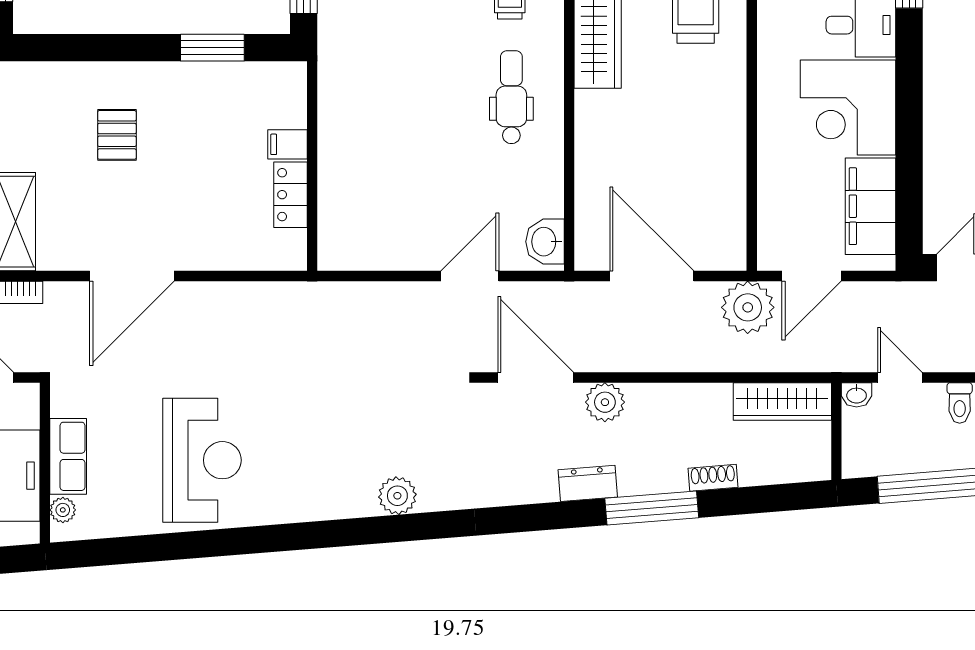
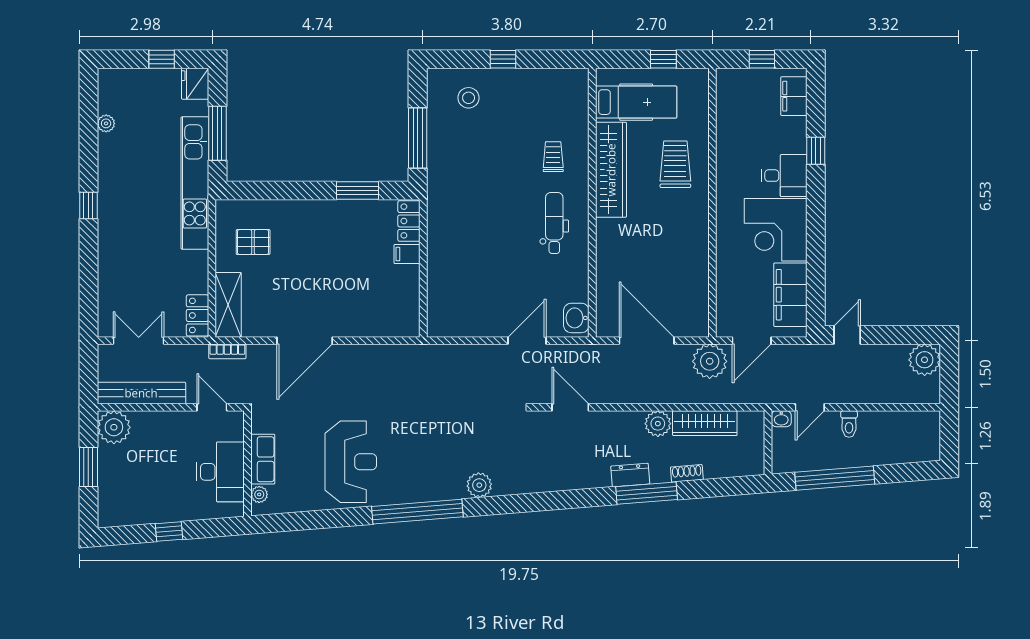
pallet: (117, 135) -> (253, 242), moved, turned 90
locker: (290, 195) -> (409, 221), moved
door: (536, 377) -> (570, 407), width x0.73
door: (900, 377) -> (810, 407), swing flipped
wardrobe: (782, 401) -> (705, 423), moved
plant: (605, 402) -> (658, 424), moved
dresser: (588, 483) -> (630, 475), moved
window: (303, 536) -> (417, 512), added

